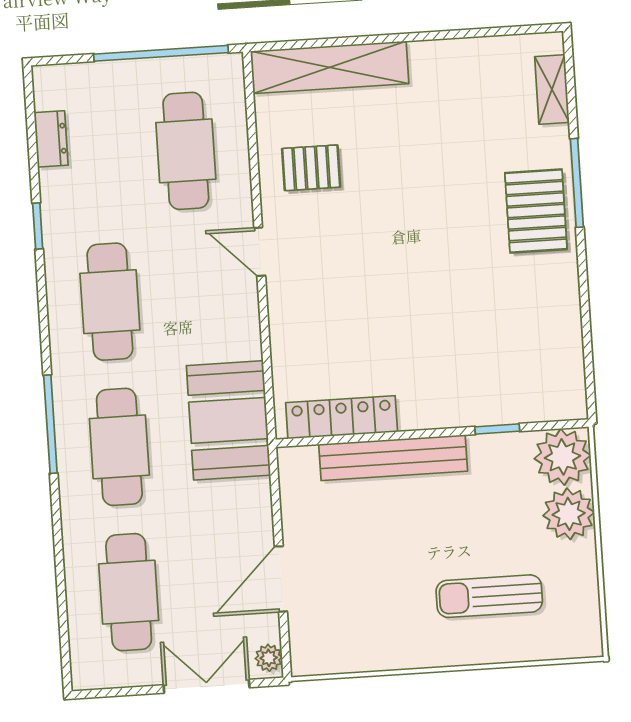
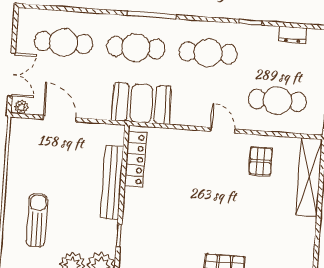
door: (260, 252) -> (223, 130), hinge flipped

